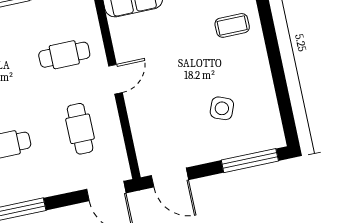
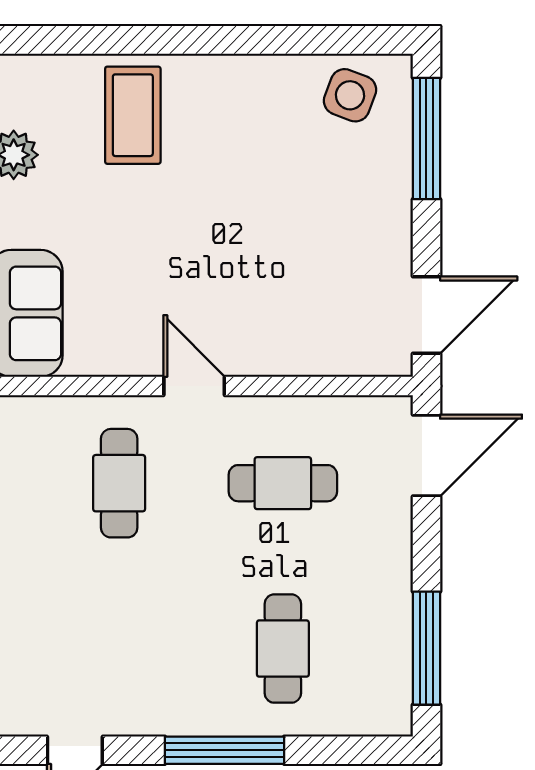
coffee table: (232, 25) -> (133, 115), width x1.36, depth x1.30
side table: (222, 108) -> (350, 95), moved

